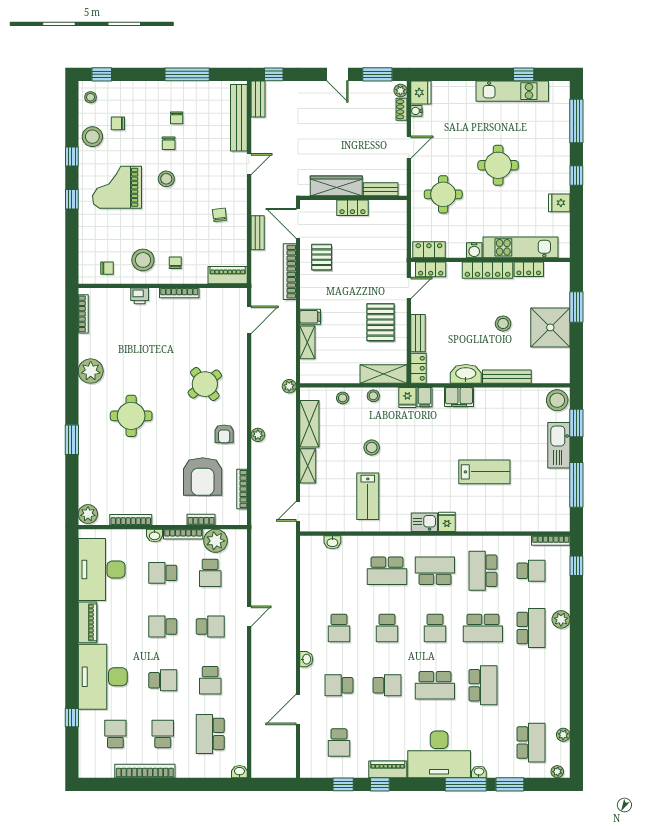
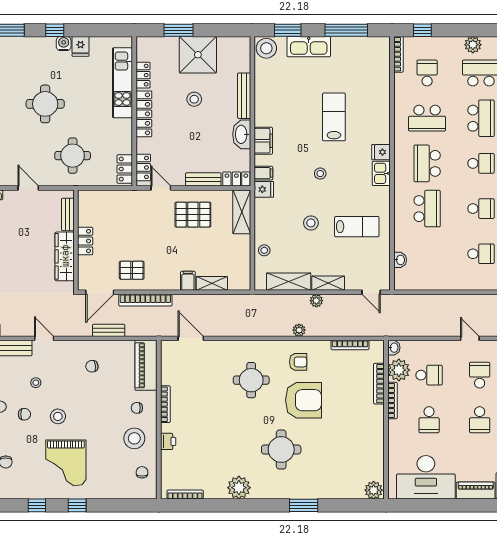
stool: (92, 137) -> (36, 383), moved, width x0.53, depth x0.53
water cooler: (474, 250) -> (64, 44), moved, turned -90
piano: (228, 275) -> (146, 365), width x1.37, depth x1.33
round table: (205, 384) -> (251, 380), turned 38
plant: (289, 386) -> (316, 301), moved
stool: (373, 396) -> (320, 174), moved
armchair: (203, 476) -> (303, 400), moved
bookcase: (131, 520) -> (379, 450), removed
bookcase: (201, 520) -> (379, 384), width x1.56
washbasin: (155, 535) -> (394, 348), moved

